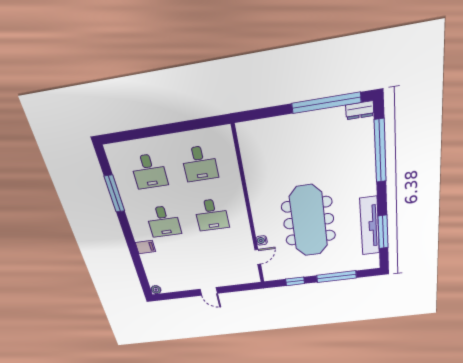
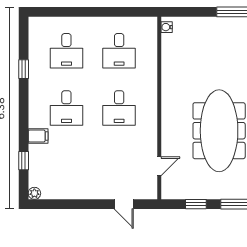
window: (114, 194) -> (24, 69), width x0.46
water cooler: (262, 240) -> (167, 27), moved
window: (139, 267) -> (24, 161), added
door: (209, 291) -> (124, 204), moved

